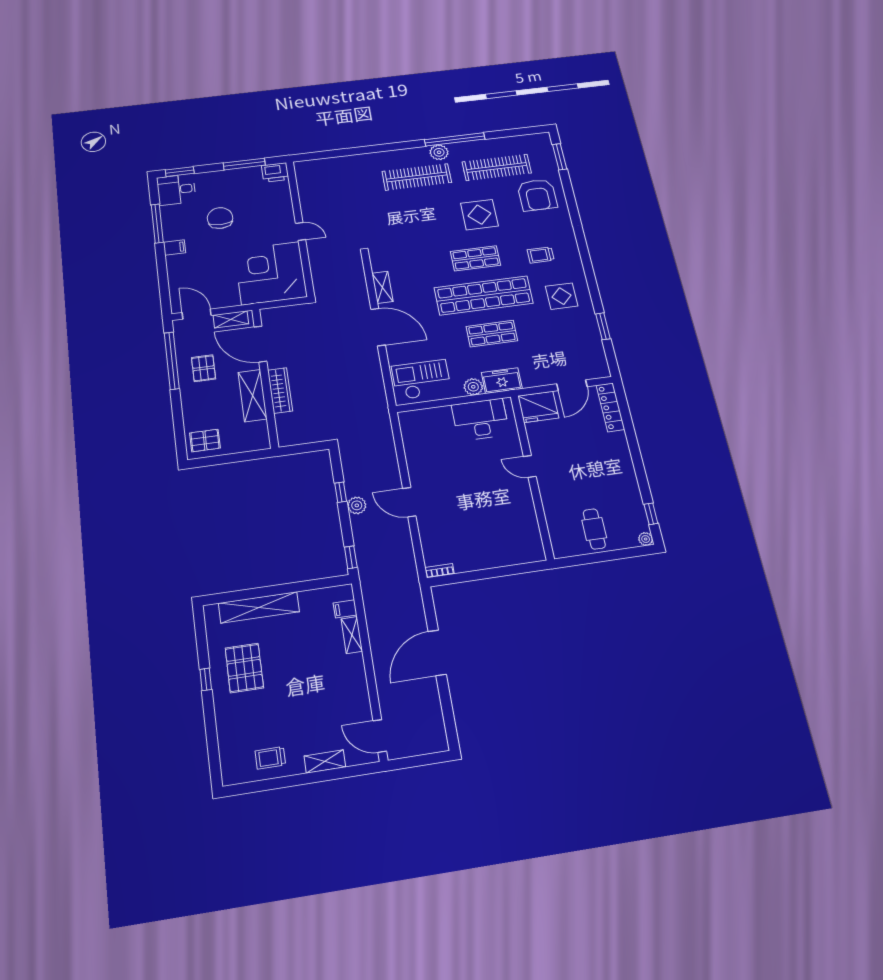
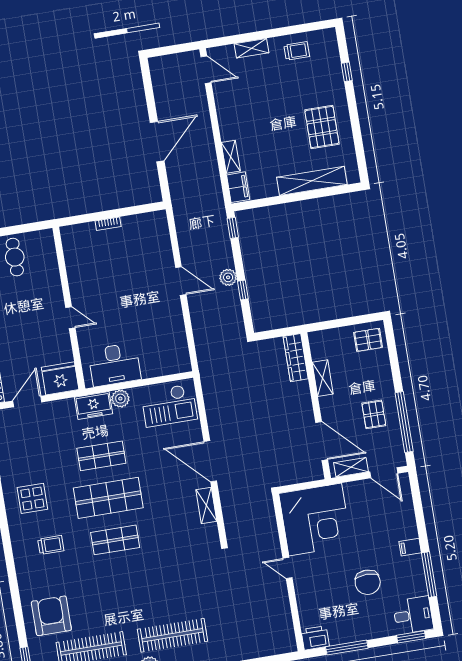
display table: (479, 215) -> (110, 591), removed
shop shelf: (484, 295) -> (108, 498), width x0.71
wardrobe: (280, 390) -> (296, 358), moved
shelving: (253, 396) -> (323, 378), width x0.67, depth x0.75
bookcase: (439, 571) -> (108, 224), moved
filing cabinet: (345, 609) -> (238, 187), width x2.00
window: (206, 679) -> (347, 72), moved

